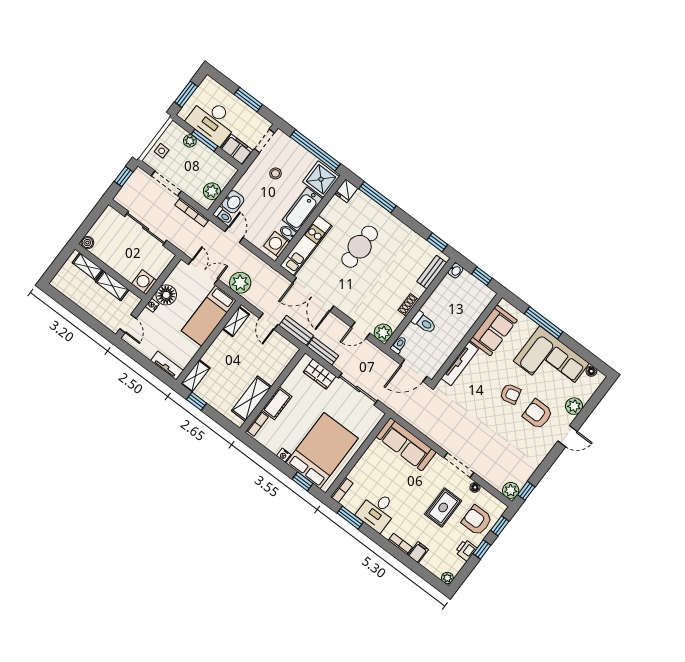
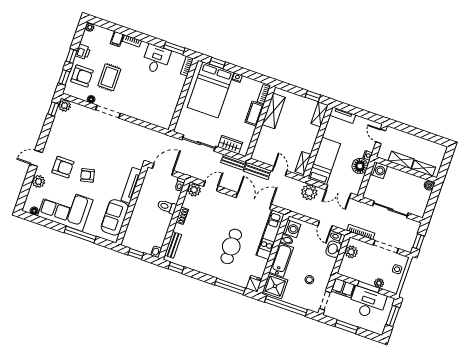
sofa: (406, 444) -> (151, 114), removed

